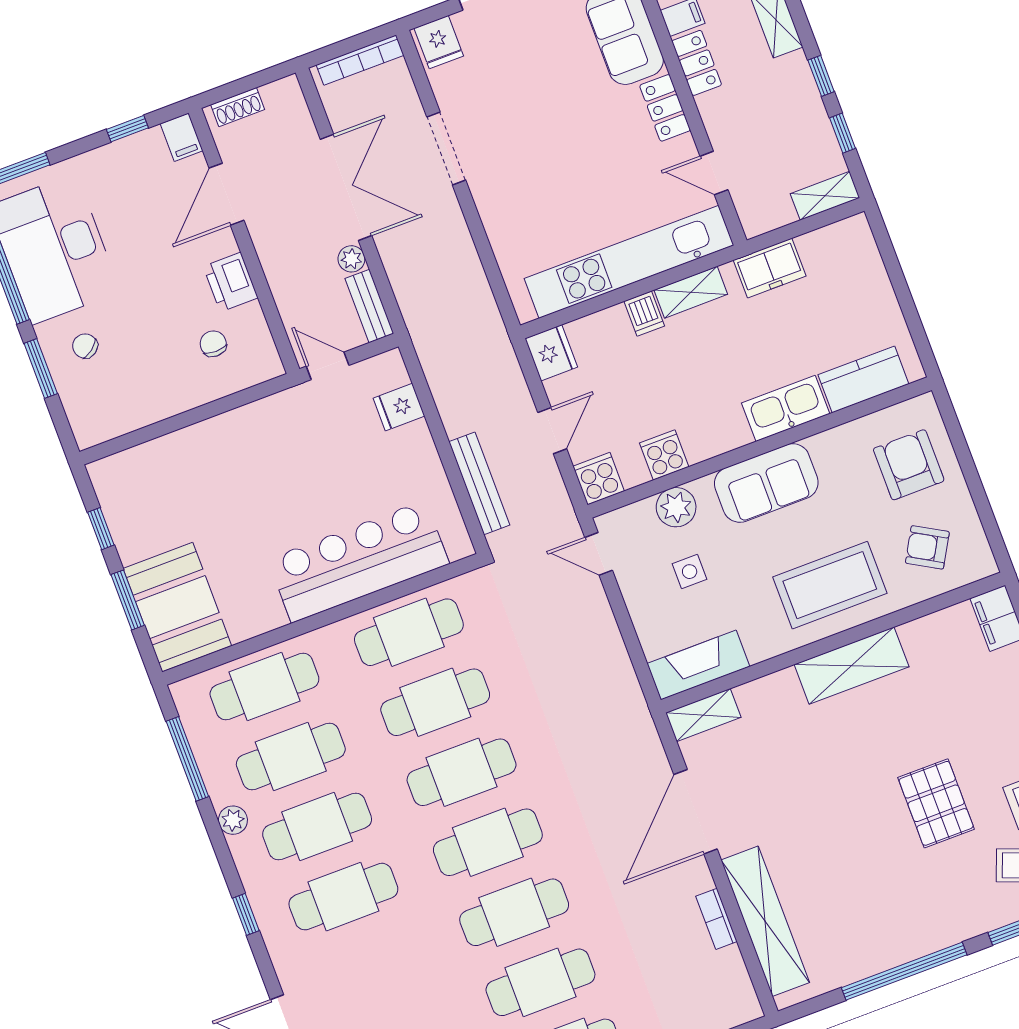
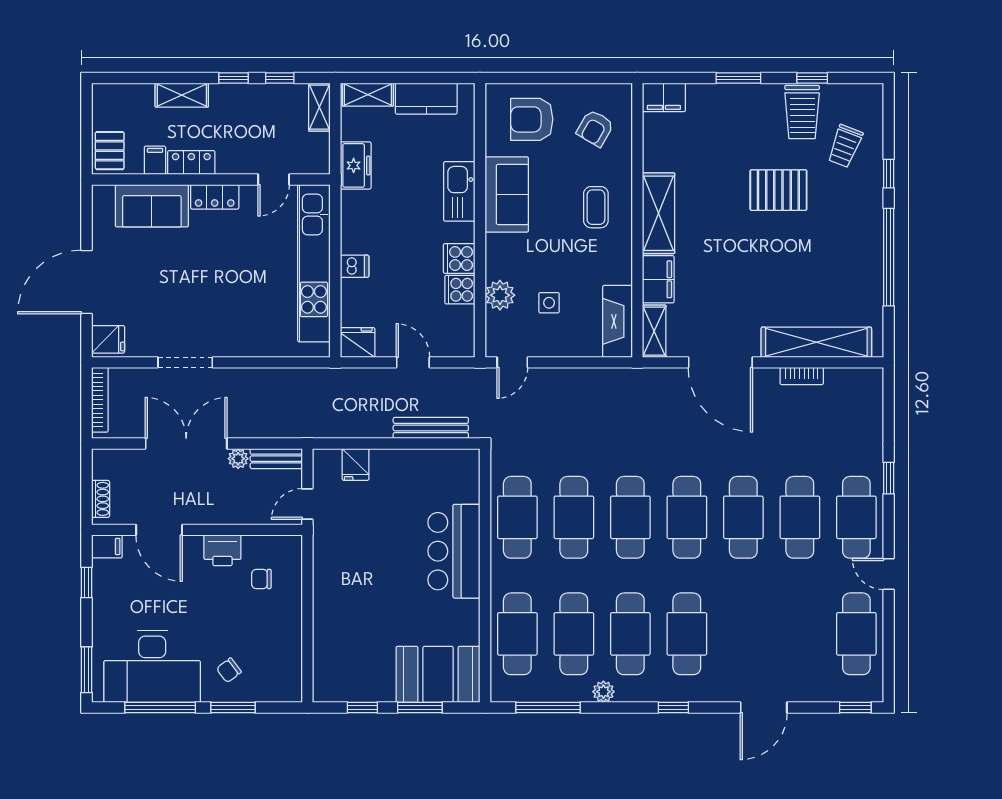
shelving: (691, 292) -> (368, 95), moved, turned 90
kitchen counter: (863, 379) -> (426, 99), moved, turned -90
cooker: (599, 479) -> (459, 258), moved
sofa: (766, 483) -> (507, 194), moved
bar counter: (358, 561) -> (454, 551), width x0.73
coffee table: (830, 585) -> (596, 207), width x0.54, depth x0.58
filing cabinet: (770, 696) -> (658, 279), added

